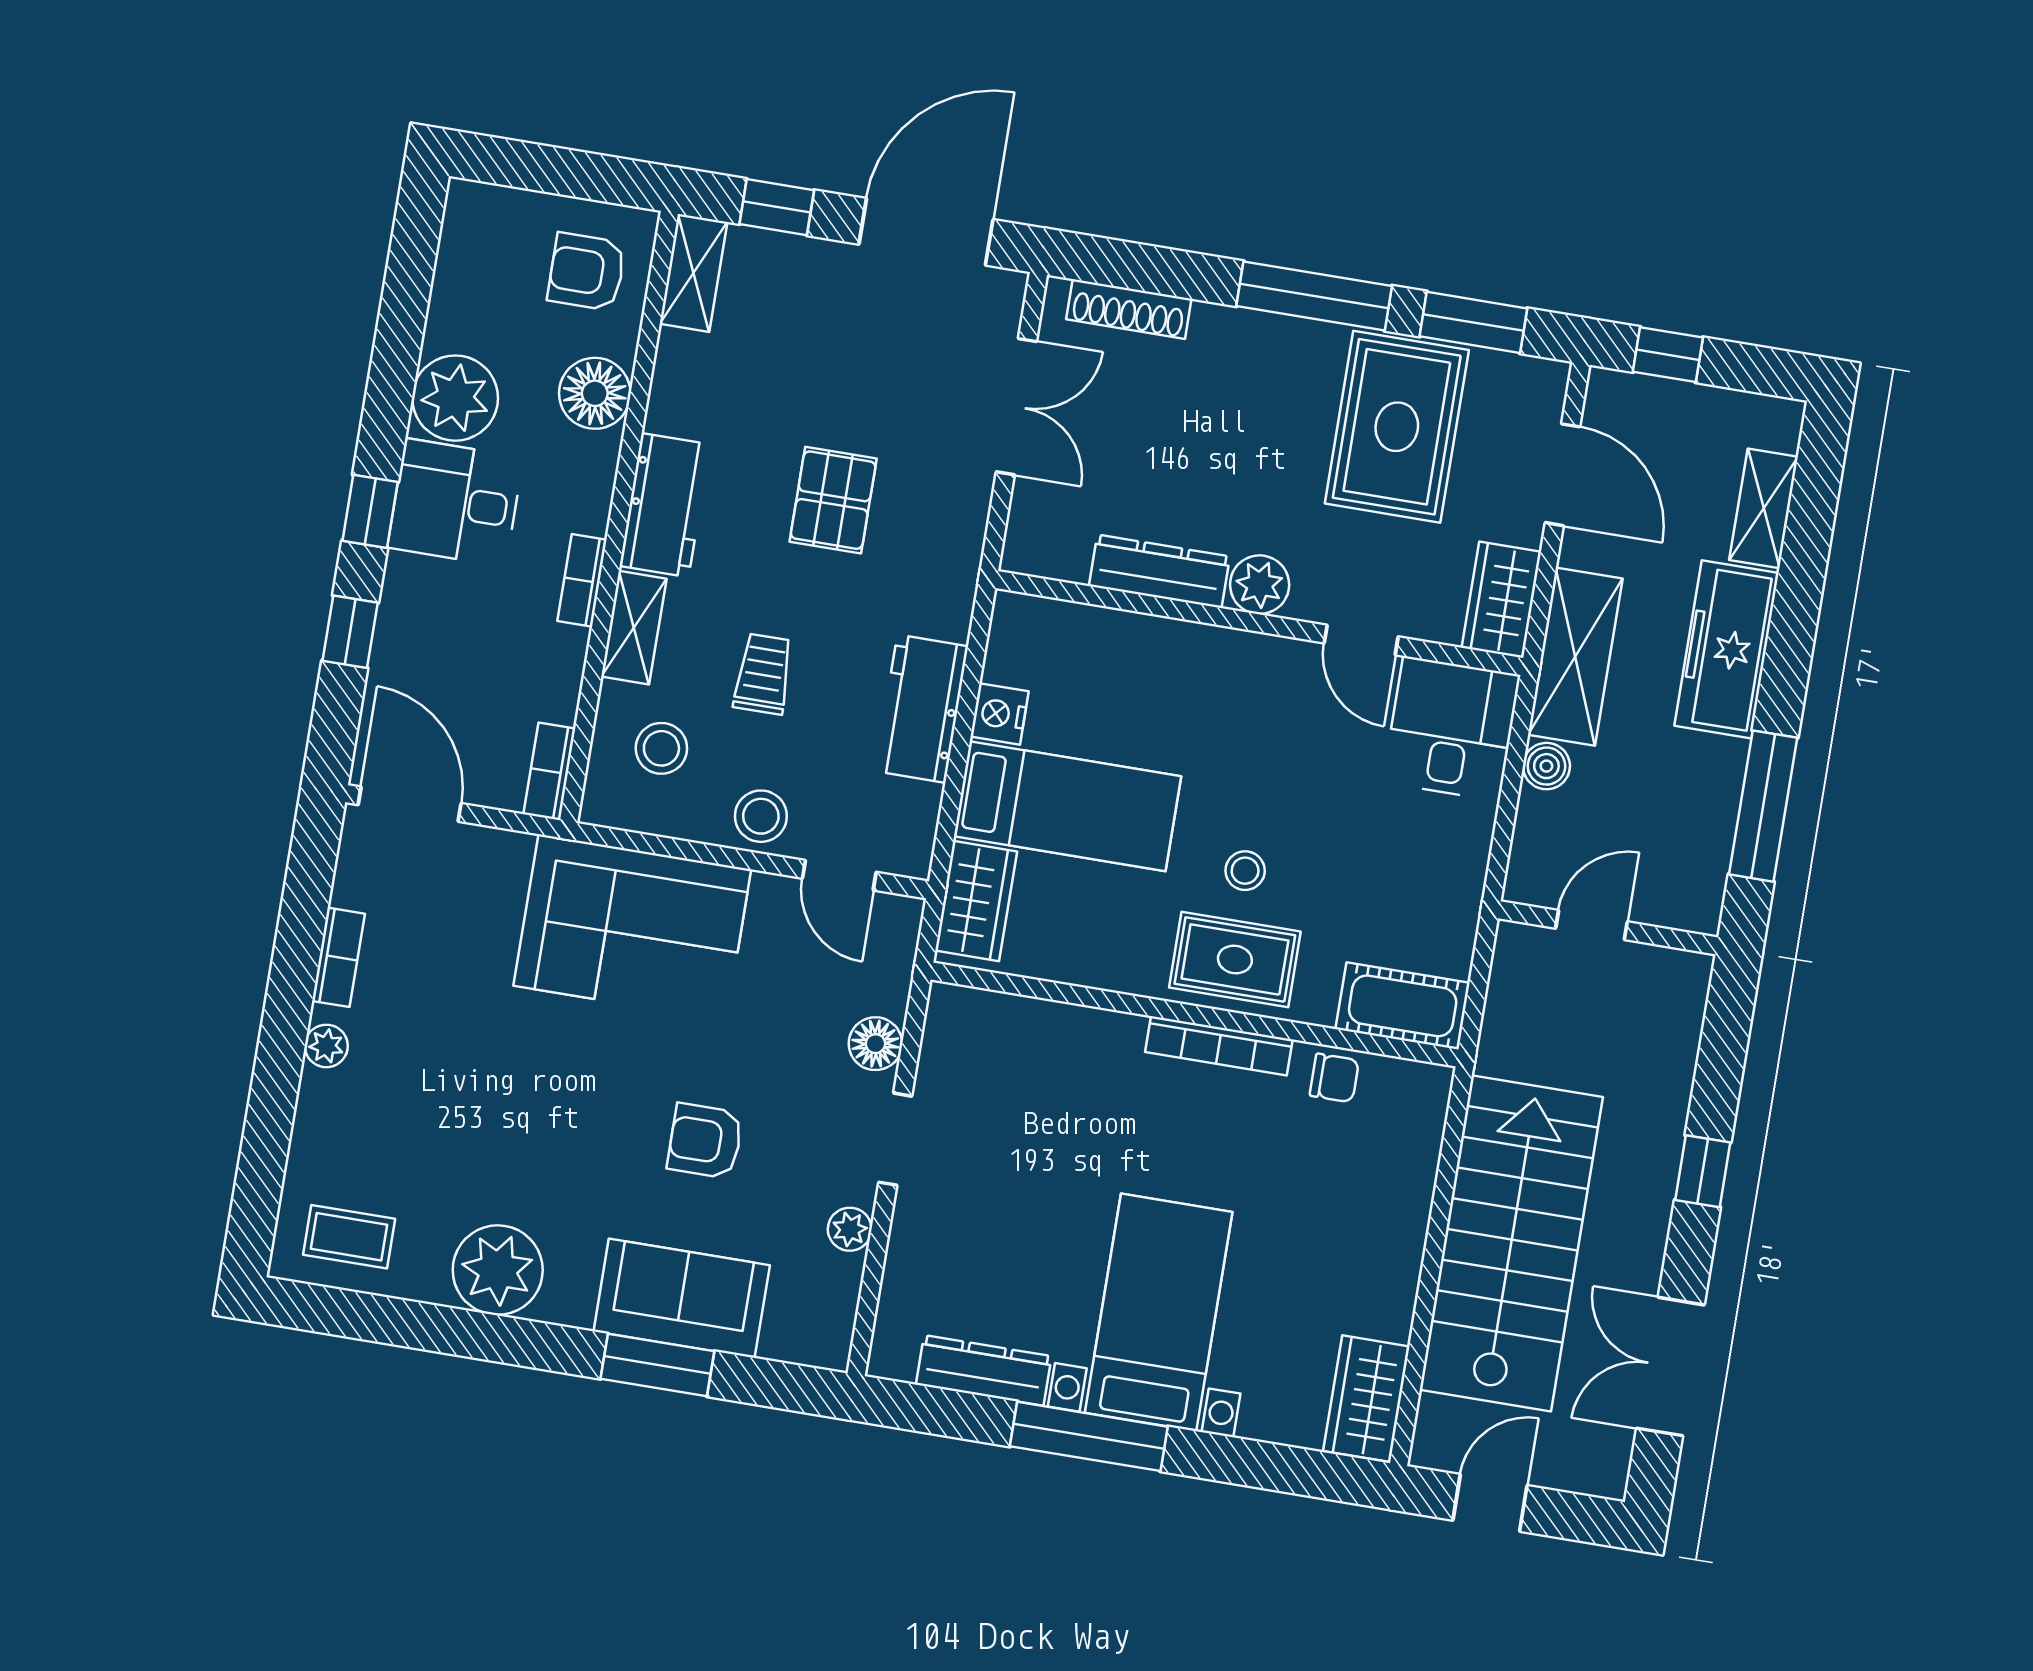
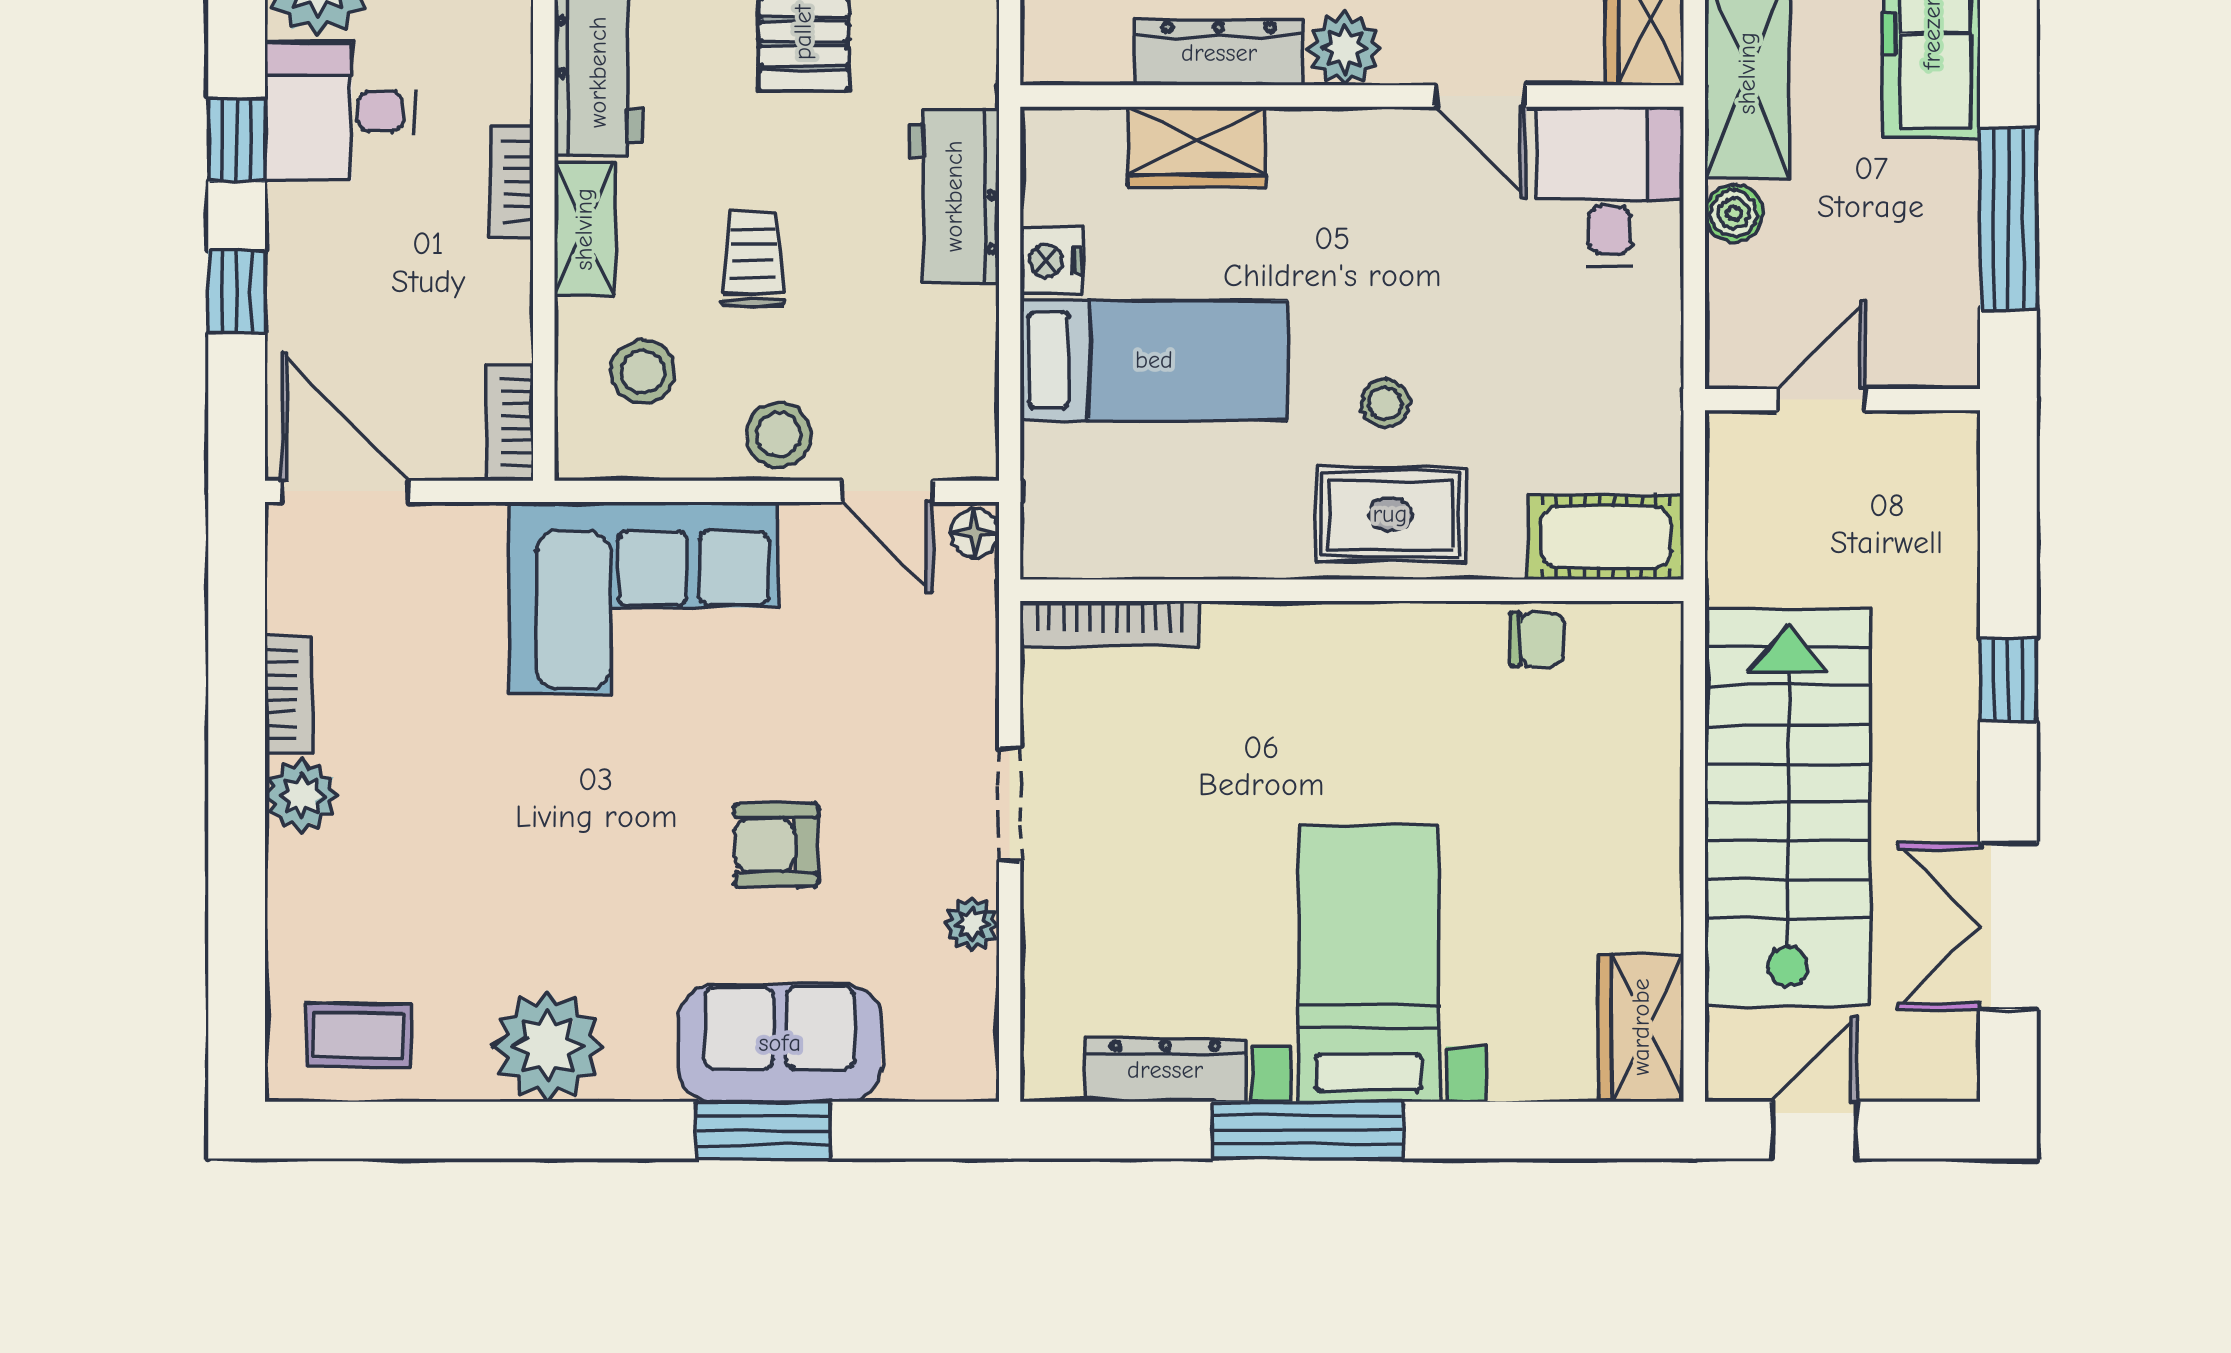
workbench: (921, 709) -> (954, 196), moved
wardrobe: (976, 901) -> (1197, 147), moved, turned 90
floor lamp: (875, 1044) -> (975, 533), moved, width x0.73, depth x0.73
plant: (326, 1046) -> (302, 795), width x1.38, depth x1.38
bookcase: (1219, 1046) -> (1109, 624), moved

